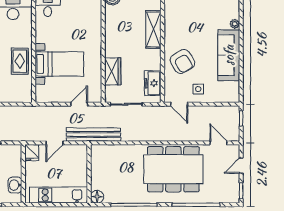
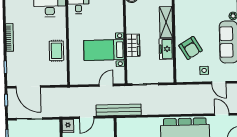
bed with nightstands: (59, 64) -> (104, 50), moved, turned 180
wardrobe: (113, 71) -> (133, 45), moved
freezer: (153, 83) -> (166, 49), moved
door: (179, 104) -> (219, 83), moved

